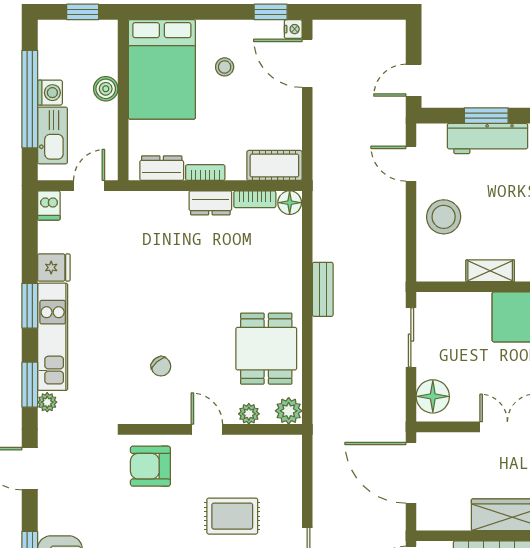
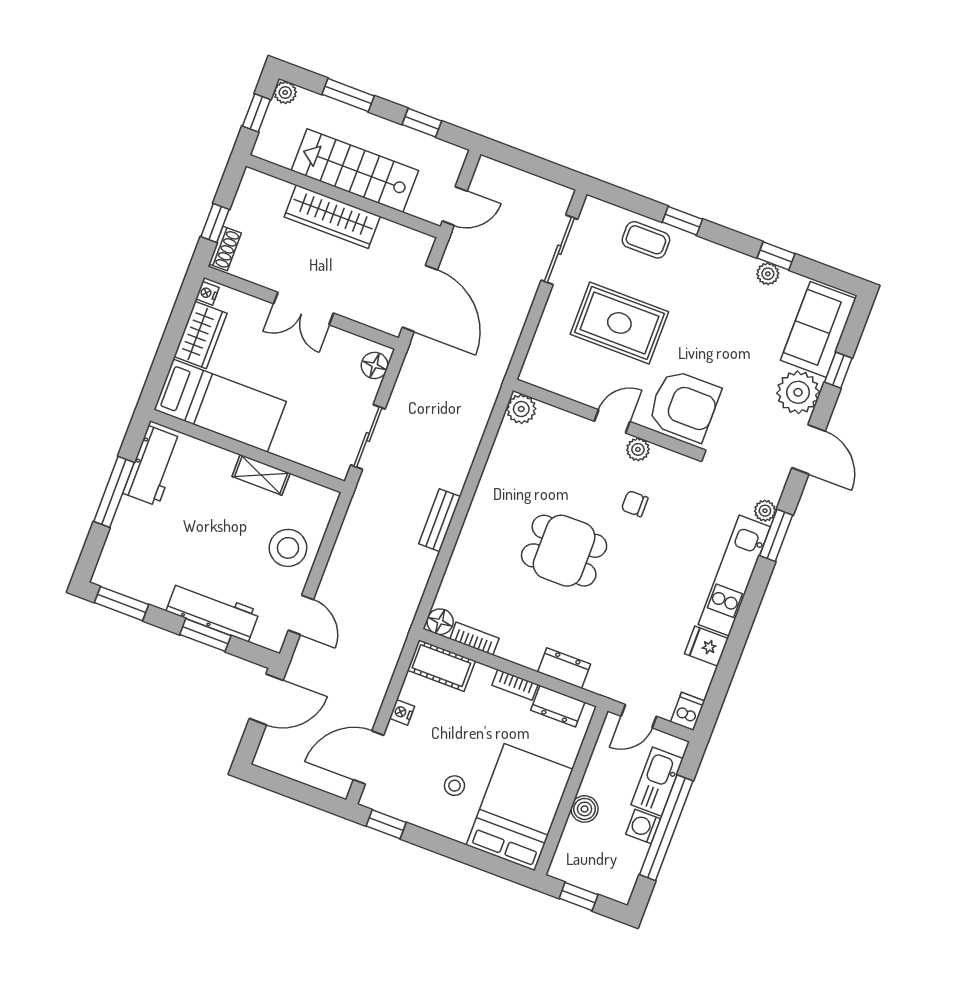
nightstand: (293, 29) -> (402, 712), moved
door: (307, 63) -> (369, 757), swing flipped
door: (414, 80) -> (266, 699), width x1.38
dresser: (210, 203) -> (564, 668), moved
window: (30, 306) -> (746, 616), removed
dining table: (266, 349) -> (564, 551), moved, turned 90
chair: (161, 366) -> (635, 504), turned -50
floor lamp: (433, 396) -> (375, 365), width x0.73, depth x0.73
plant: (249, 414) -> (638, 449), moved
door: (207, 429) -> (612, 421), swing flipped
armchair: (150, 466) -> (684, 406), width x1.36, depth x1.36
plant: (57, 514) -> (798, 392), added
rug: (232, 516) -> (619, 323), width x1.36, depth x1.43

